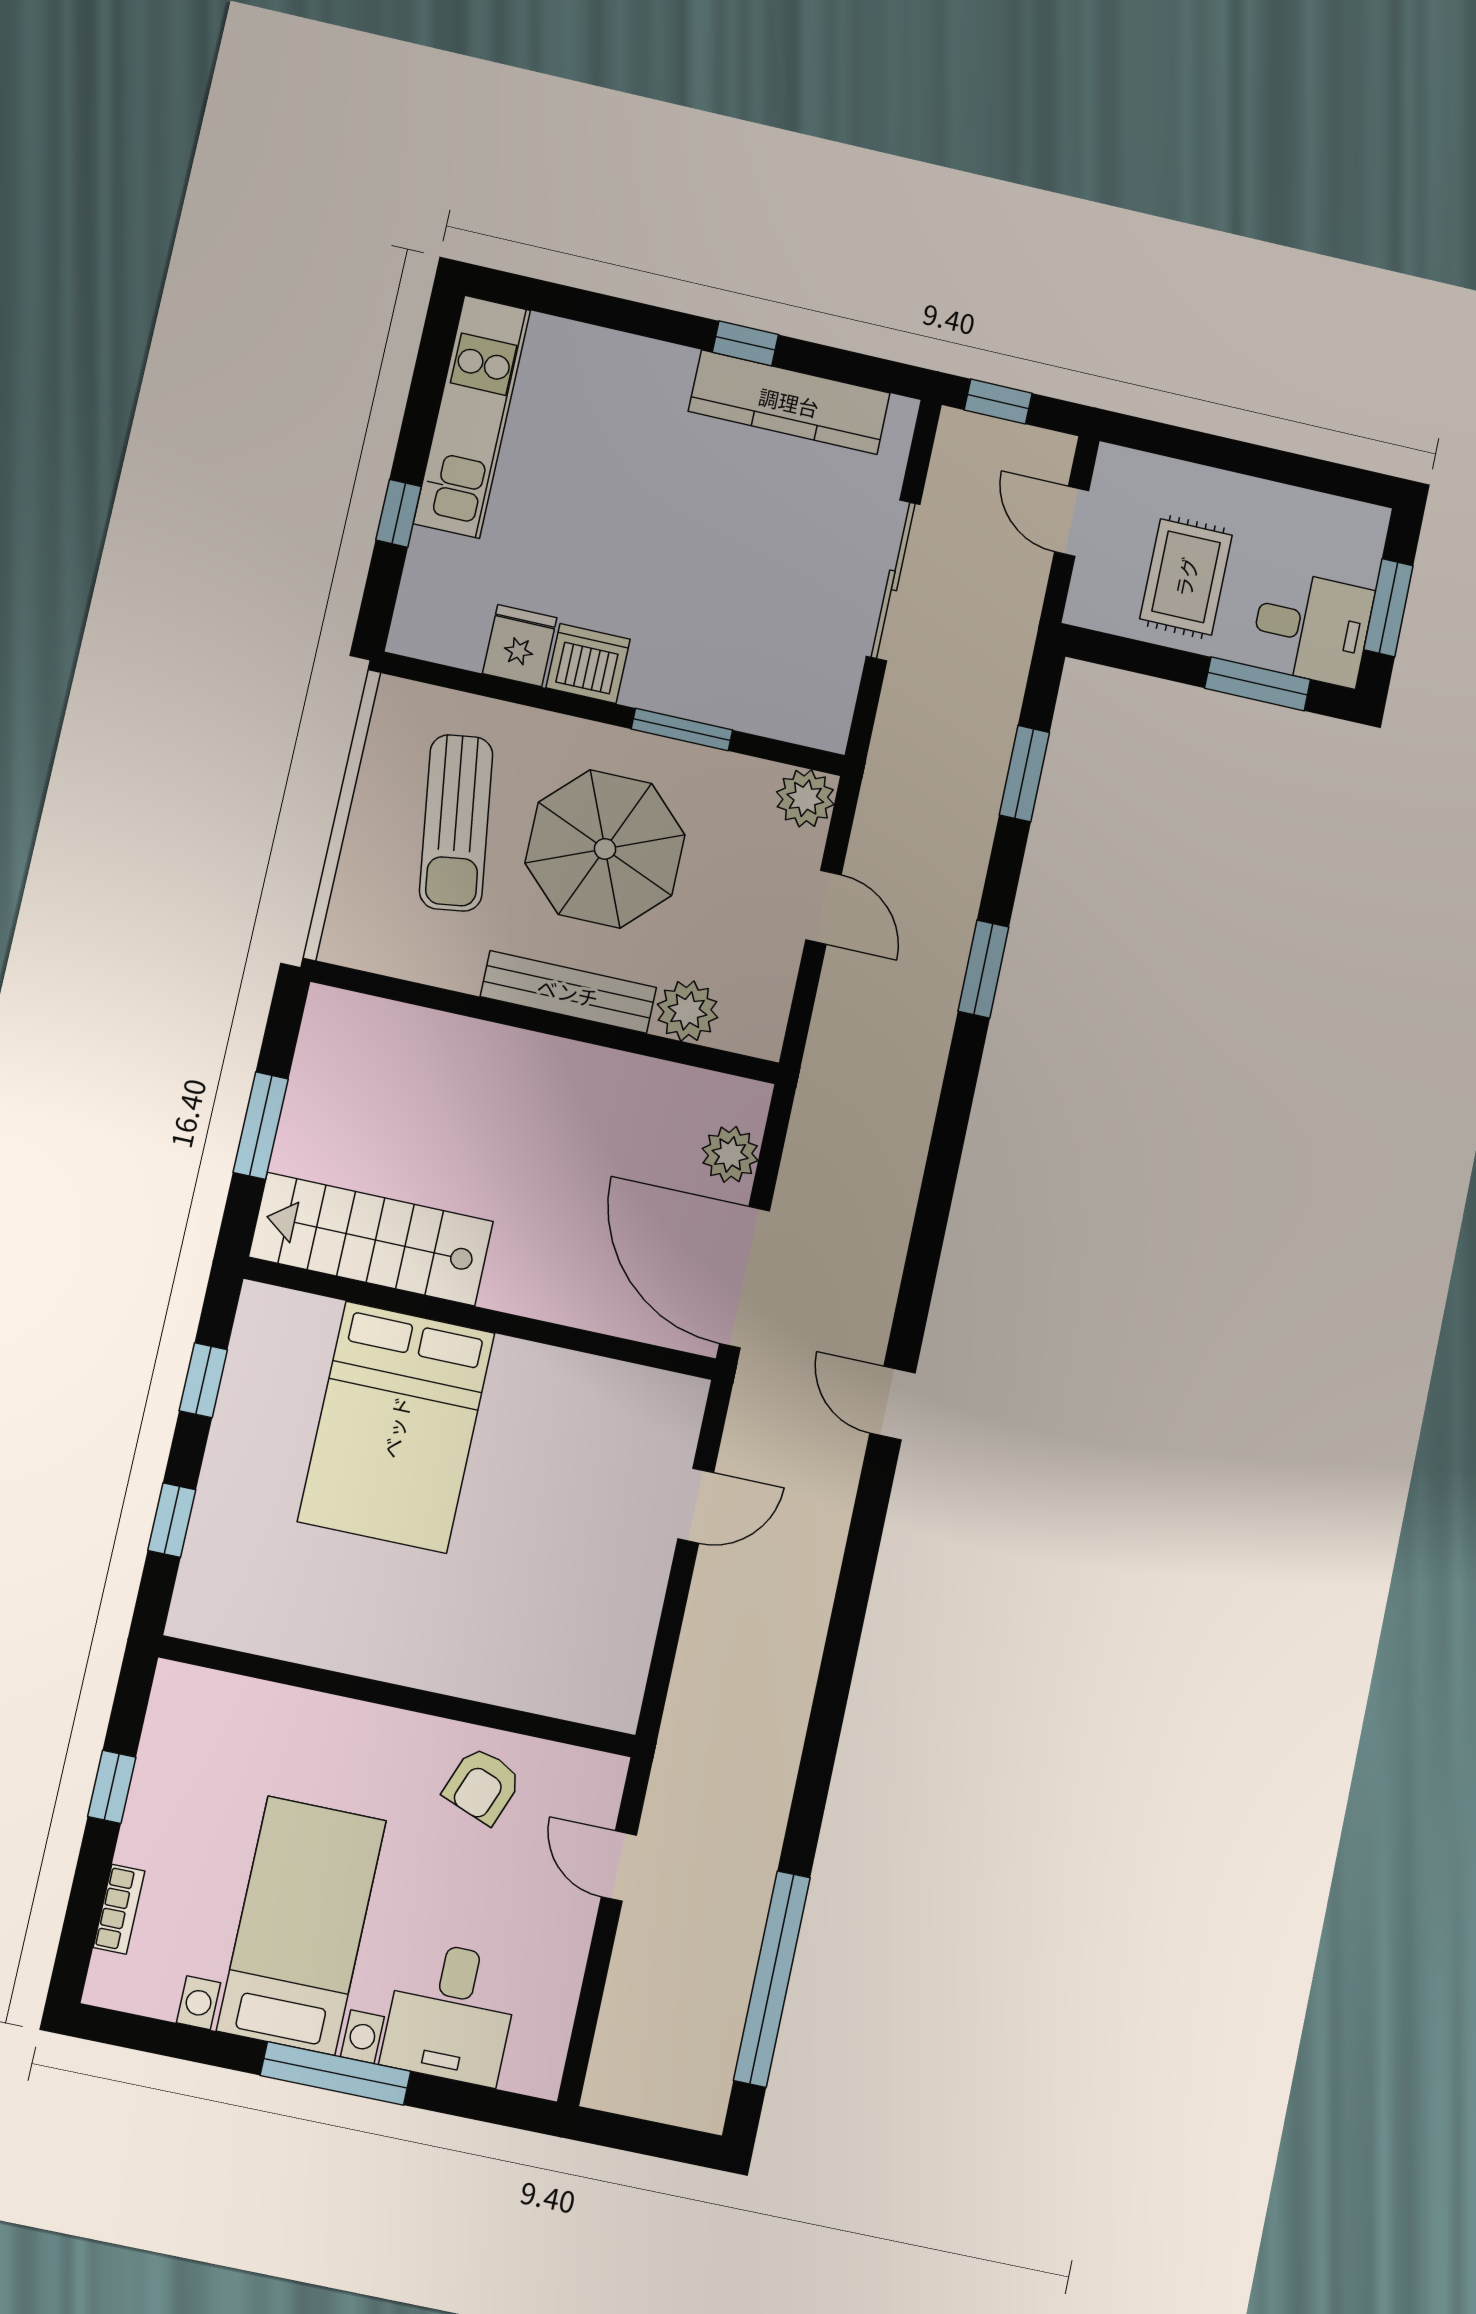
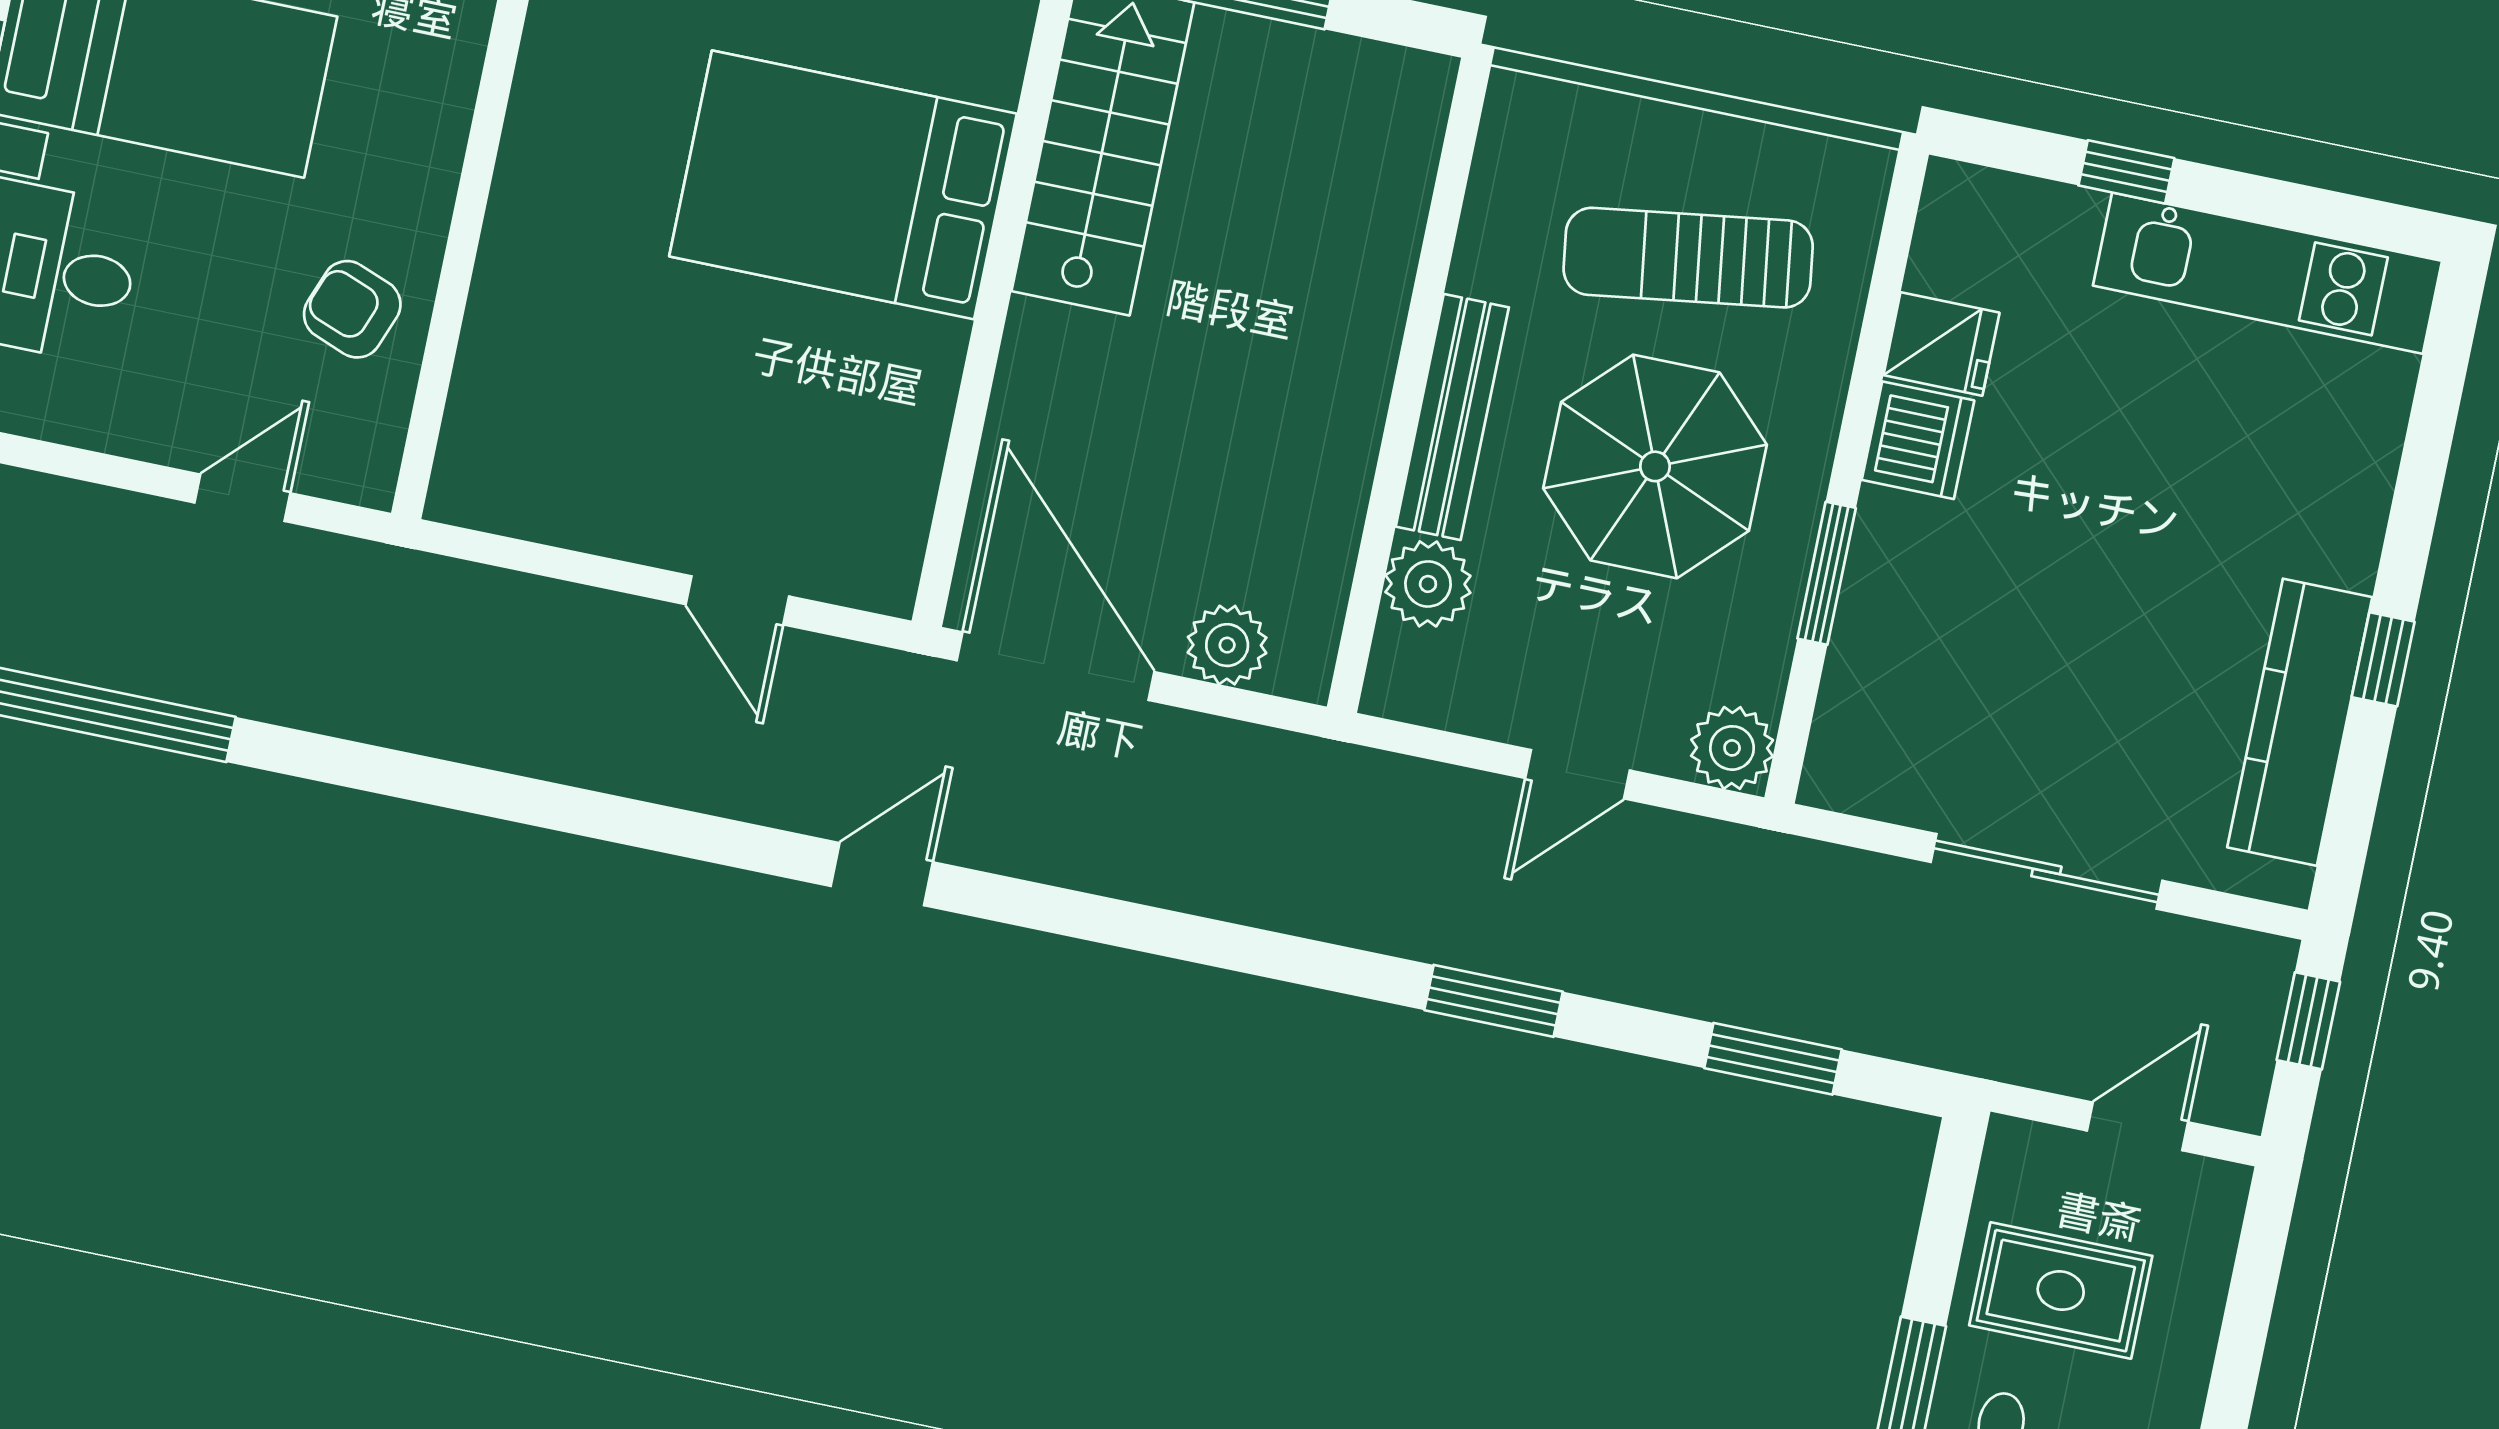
door: (744, 1277) -> (1055, 666), hinge flipped

